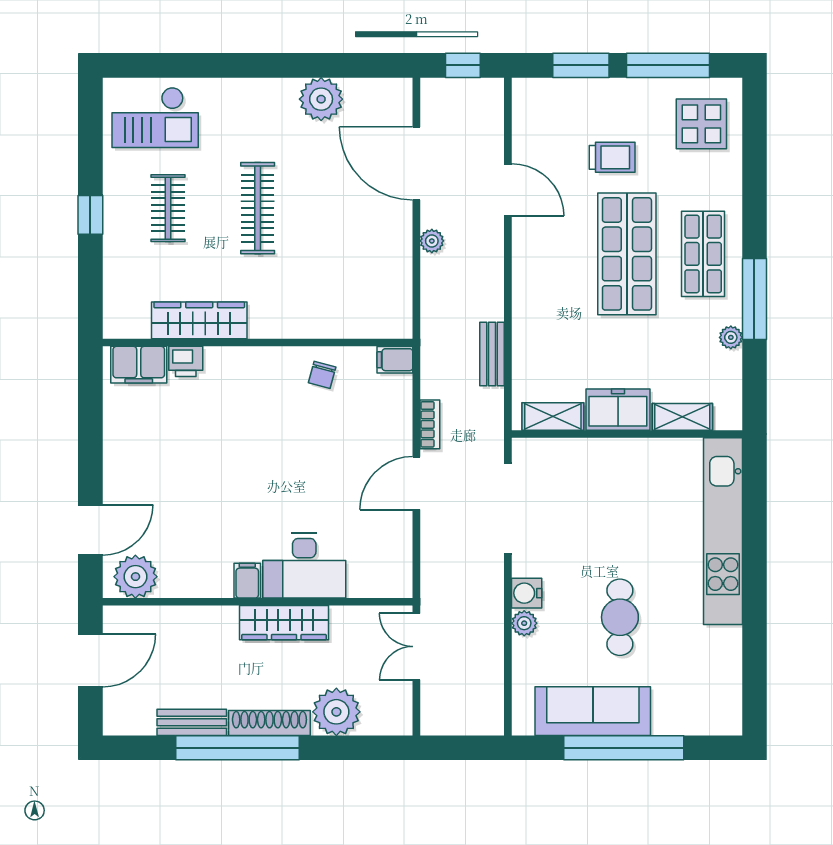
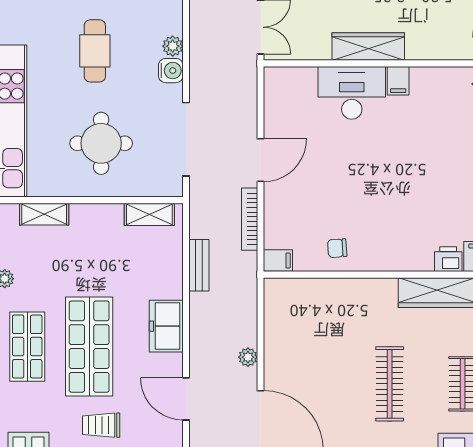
chair: (322, 375) -> (337, 248), turned -109
freezer: (618, 410) -> (166, 326), moved, turned 90
bookcase: (430, 424) -> (250, 219), width x1.56
round table: (612, 504) -> (101, 143), added

